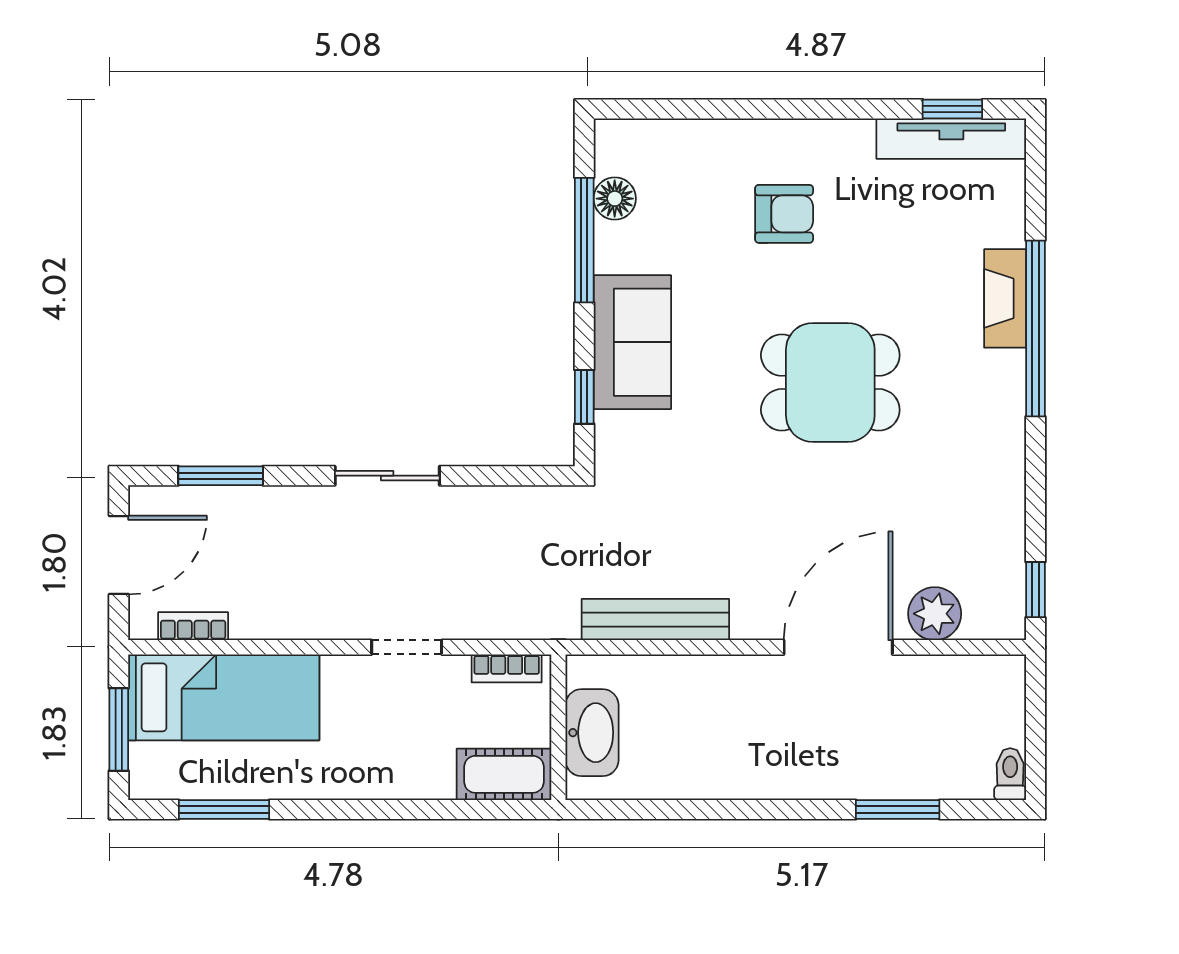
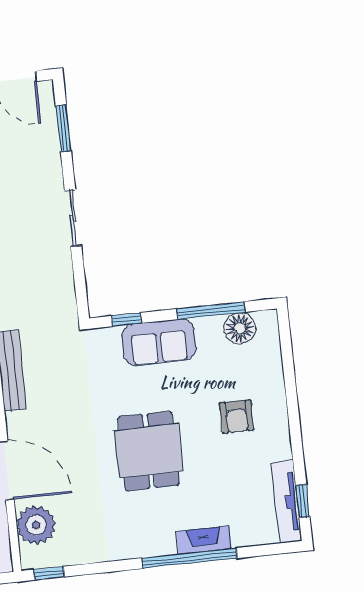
floor lamp: (615, 199) -> (240, 328), width x1.38, depth x1.38
plant: (935, 614) -> (36, 525), width x1.36, depth x1.36

